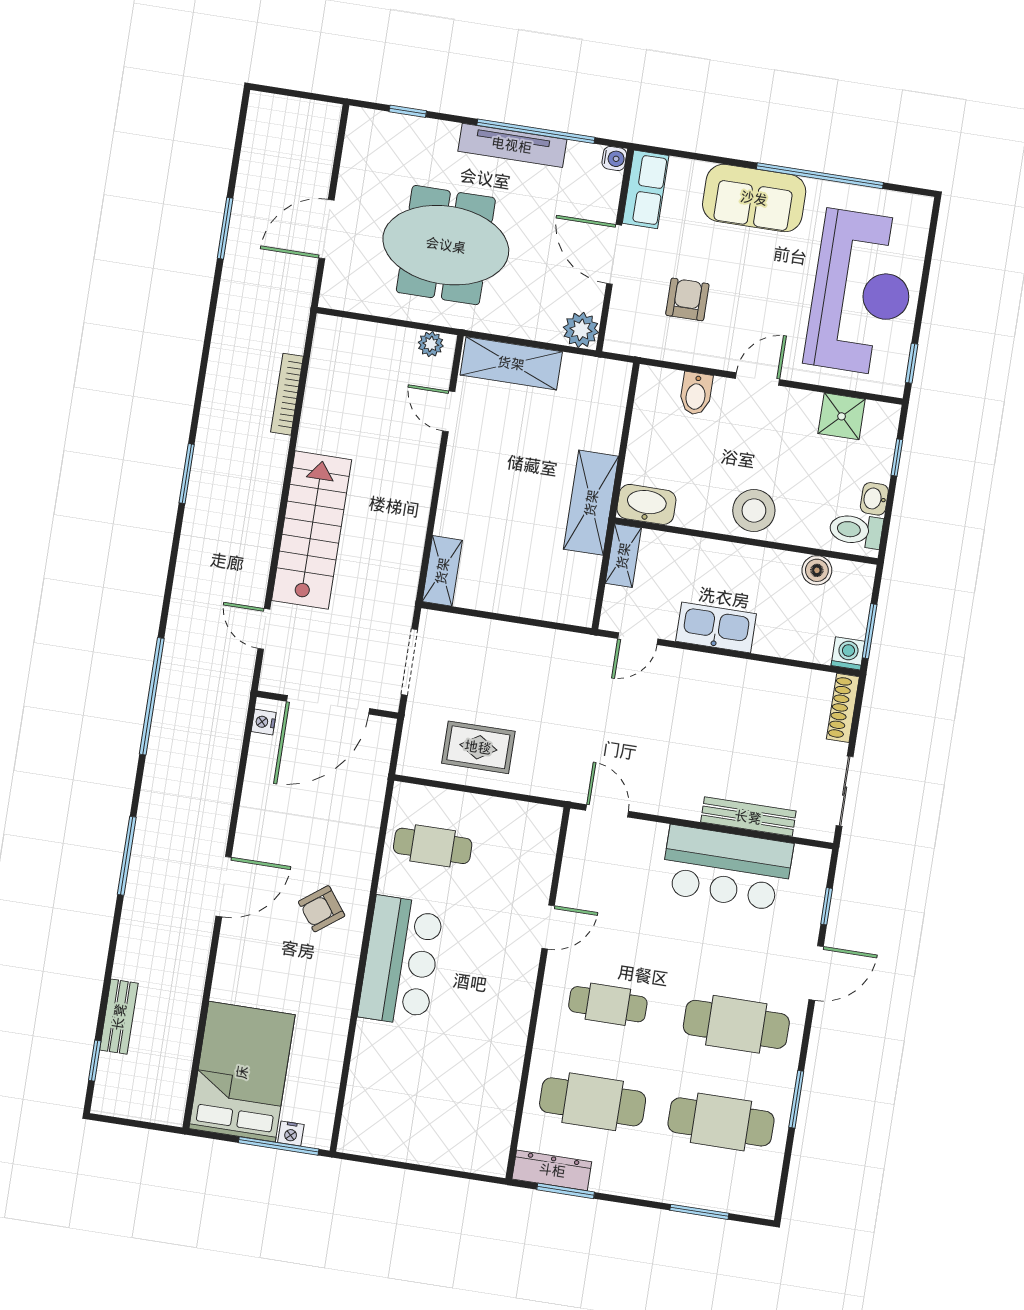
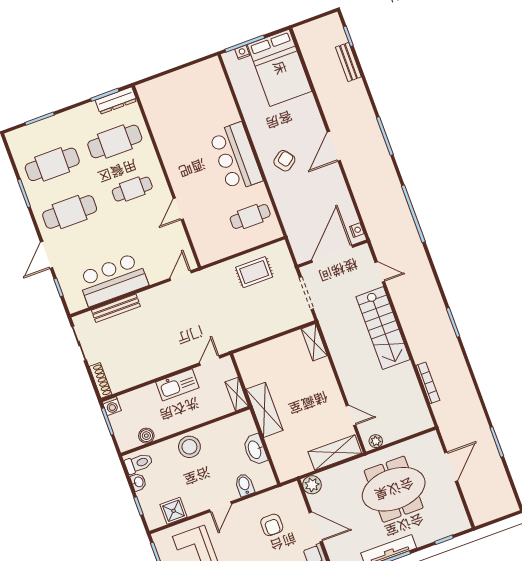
washbasin: (646, 504) -> (255, 450), moved, turned 90
door: (607, 811) -> (181, 276), swing flipped

